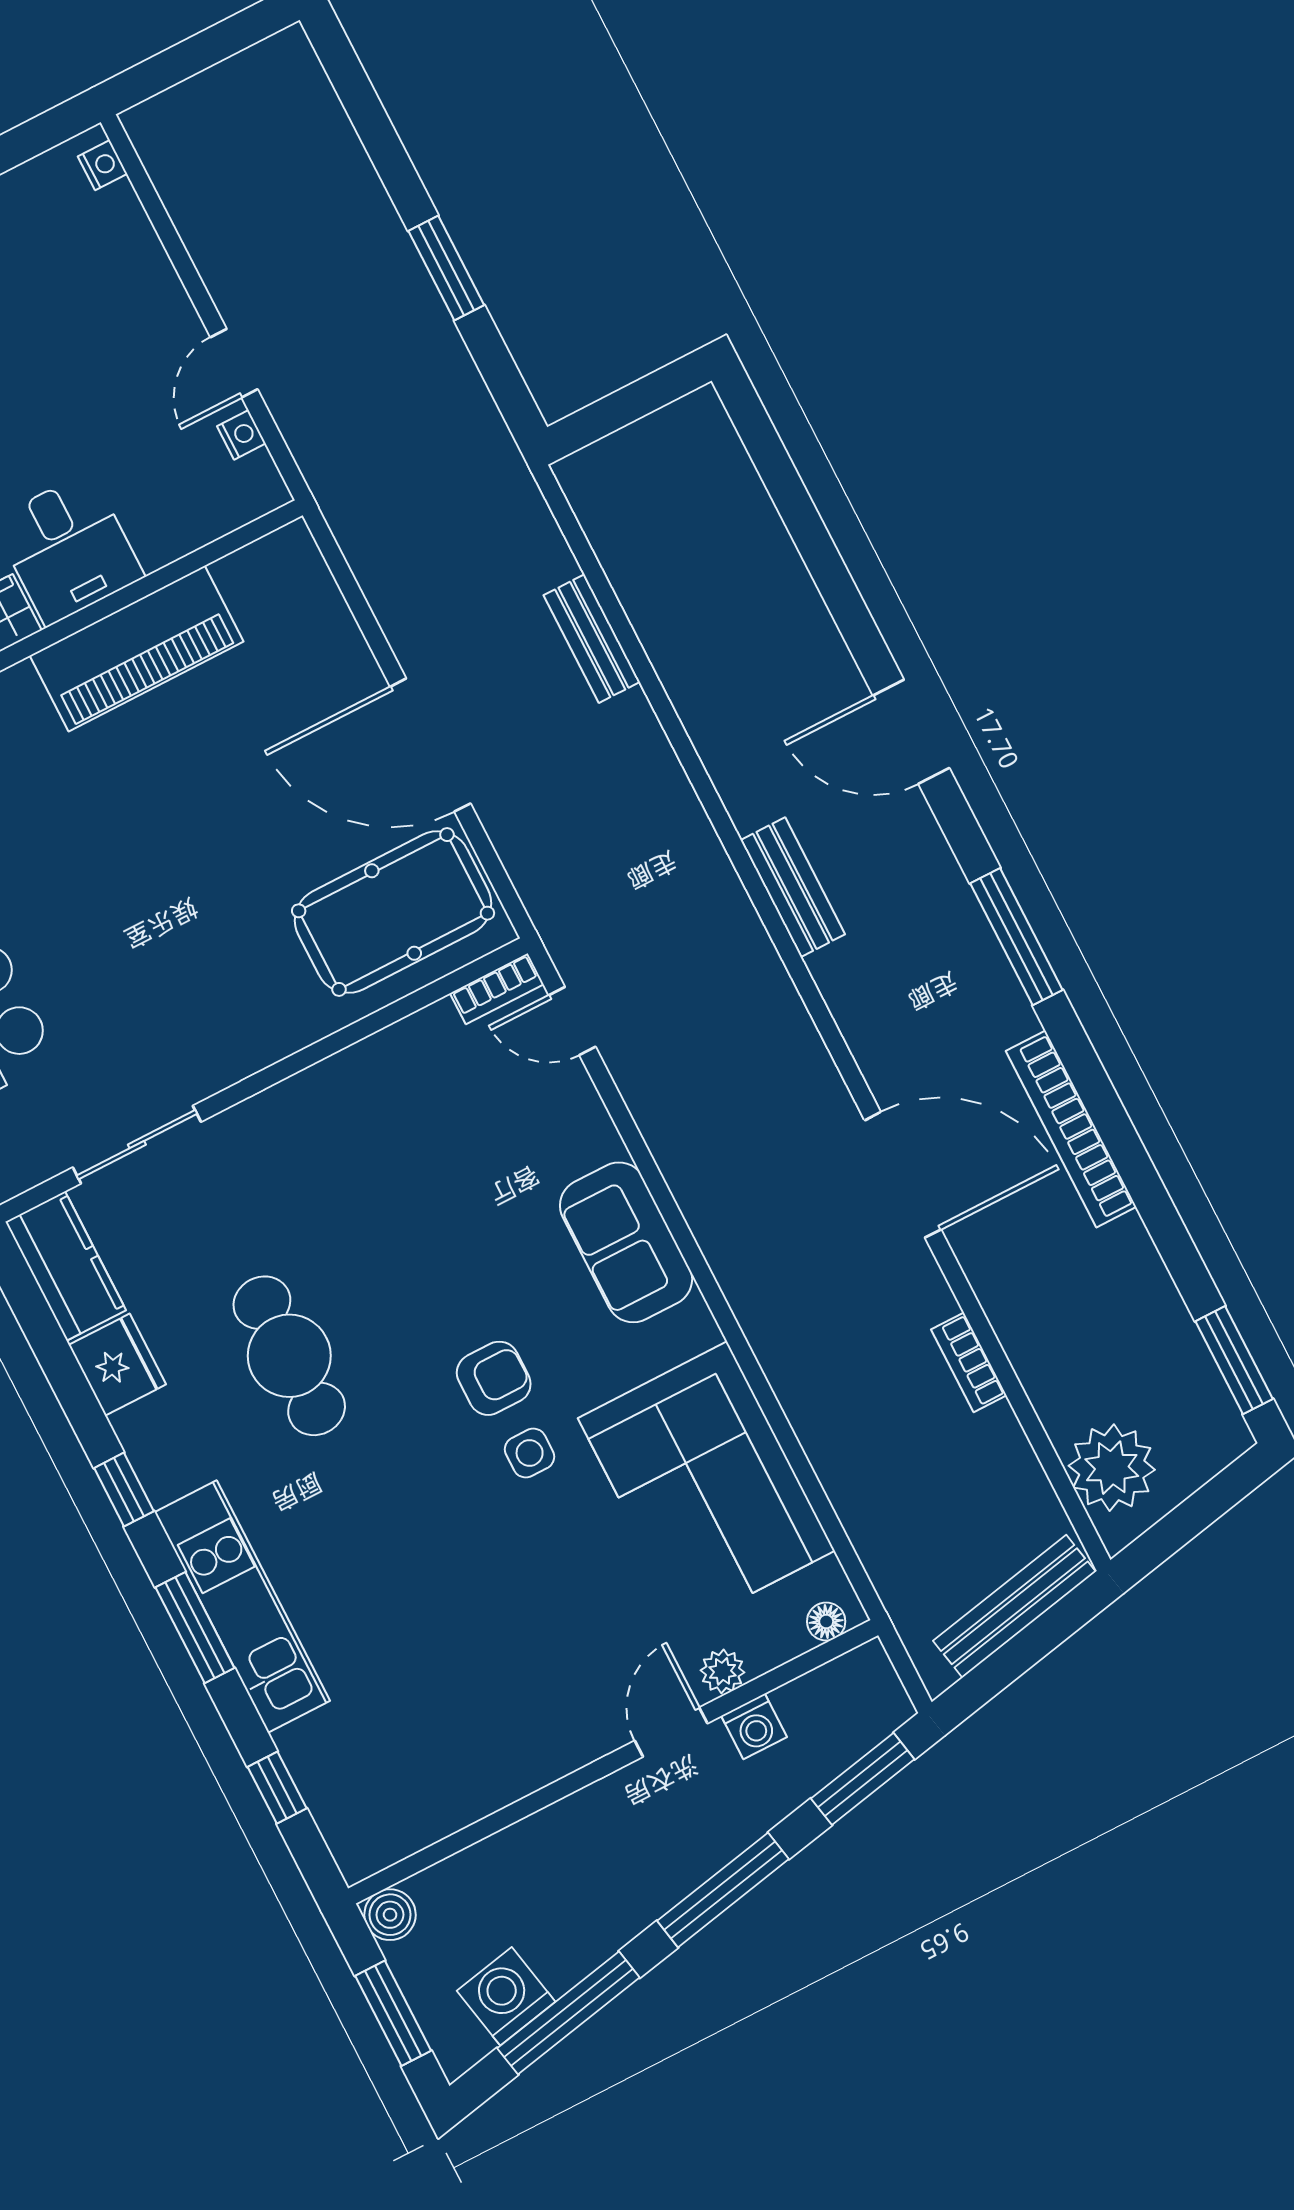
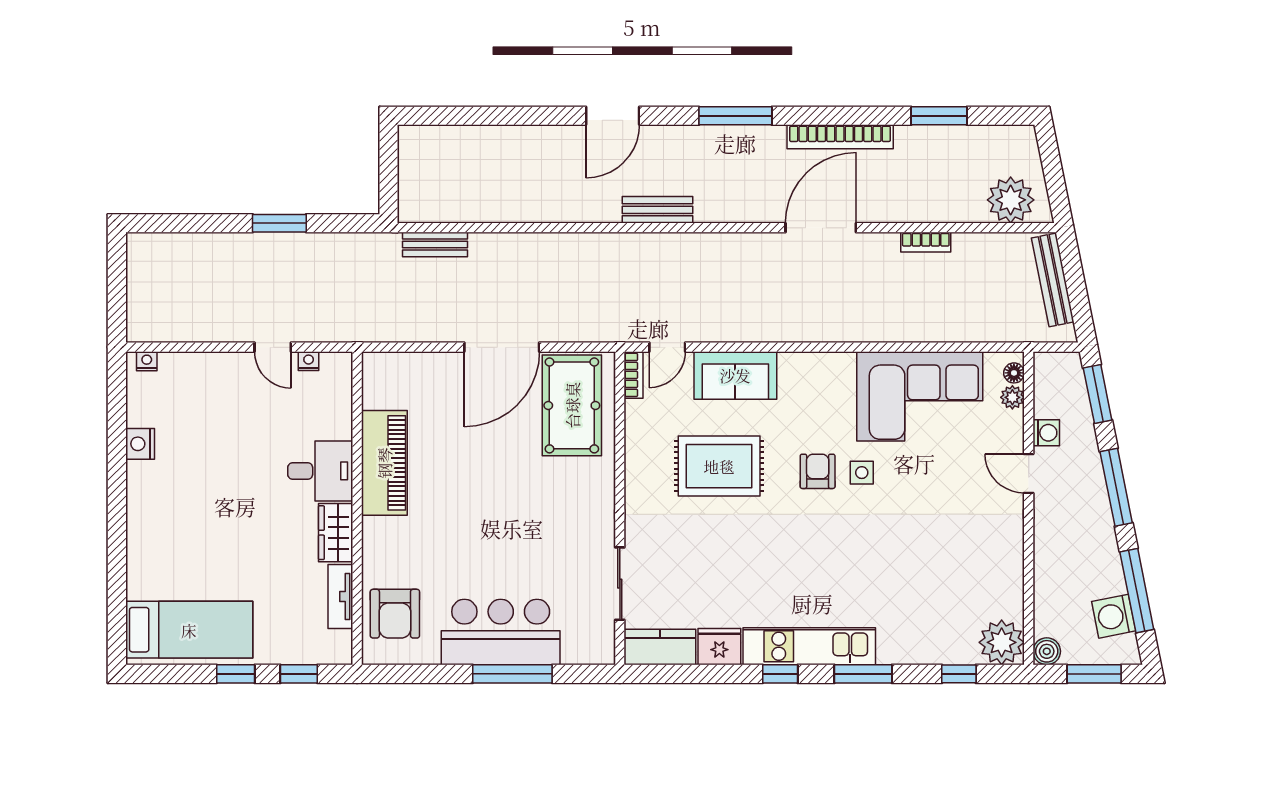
bench: (592, 639) -> (435, 245), moved
rug: (418, 1209) -> (719, 466), added
sofa: (626, 1242) -> (735, 375), moved
cafe table: (289, 1356) -> (757, 563), removed
window: (1234, 1360) -> (939, 116), moved
kitchen unit: (242, 1607) -> (809, 646), moved
plant: (723, 1671) -> (1012, 397), moved
plant: (366, 1832) -> (1002, 642), added

